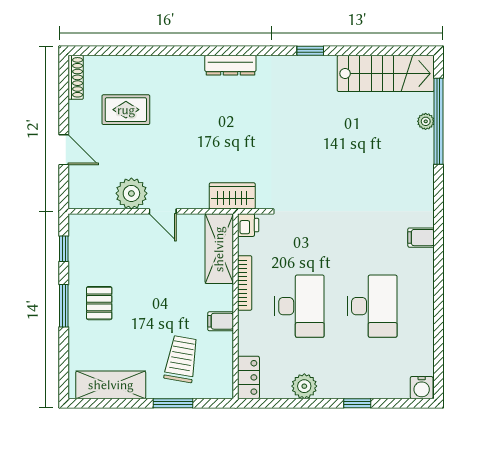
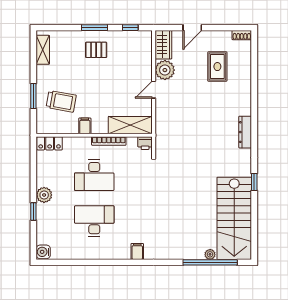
stairs: (386, 73) -> (234, 218), width x1.36, depth x1.51
shoe rack: (76, 77) -> (242, 35), width x0.70
wardrobe: (232, 196) -> (163, 45), moved
desk: (372, 306) -> (94, 221), turned 180
shelving: (111, 385) -> (43, 50), width x0.67, depth x0.75
plant: (304, 386) -> (44, 195), moved

